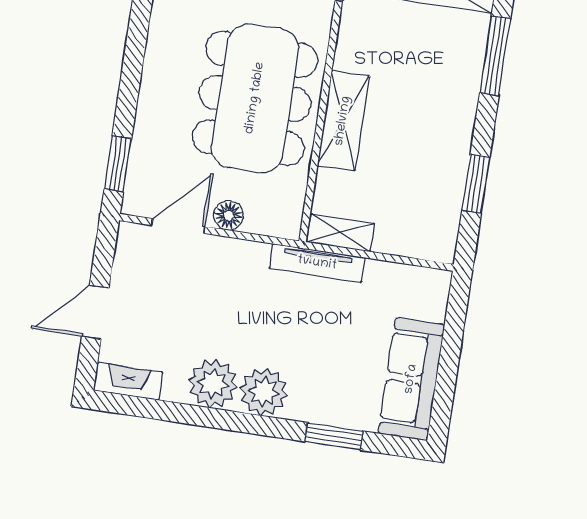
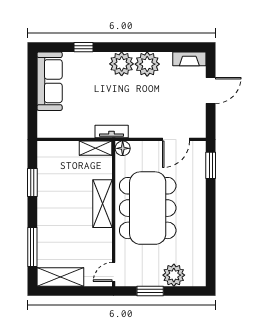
floor lamp: (229, 215) -> (123, 148), moved
tv unit: (317, 263) -> (112, 131), width x0.71
window: (334, 436) -> (84, 47), width x0.67

